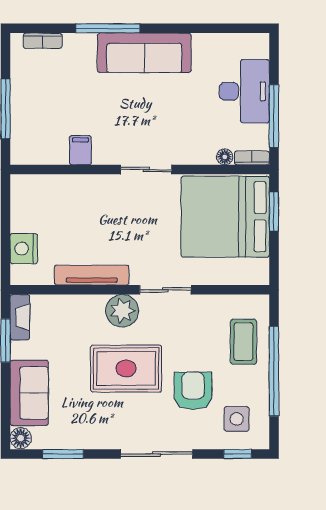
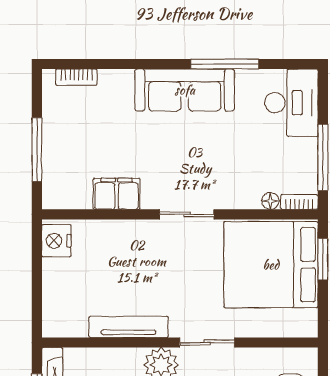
window: (108, 28) -> (225, 64), moved
desk: (244, 91) -> (291, 103), moved
filing cabinet: (80, 150) -> (117, 194), width x2.00
nightstand: (24, 249) -> (56, 241), moved

